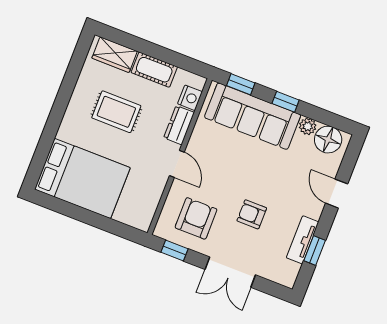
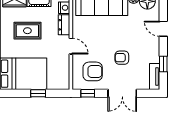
armchair: (196, 218) -> (93, 71), turned 90
window: (94, 220) -> (38, 93), added
tv unit: (303, 240) -> (155, 76), moved

